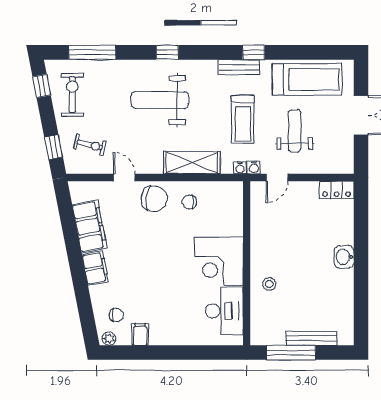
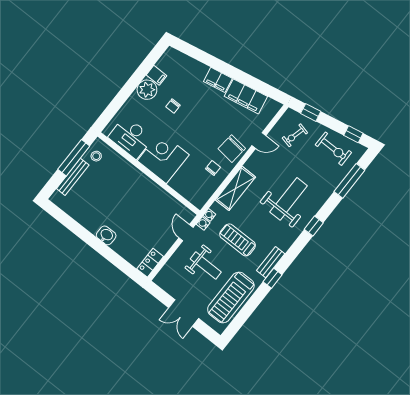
stool: (269, 284) -> (96, 156), moved
chair: (116, 315) -> (173, 106), moved
plant: (109, 339) -> (147, 90), moved, width x1.87, depth x1.87

